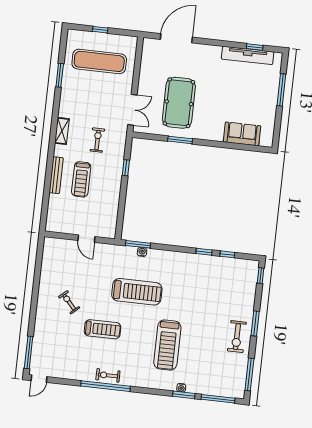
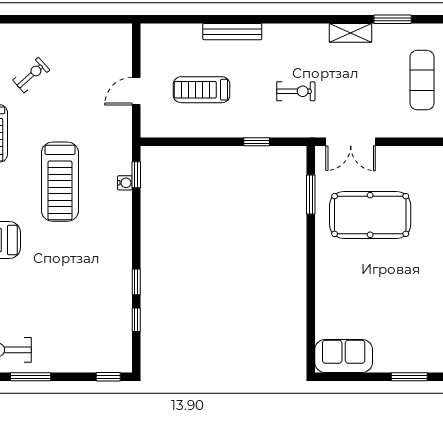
exercise mat: (99, 61) -> (422, 80), width x0.73, depth x0.69
window: (281, 90) -> (409, 377), width x0.69
shelving: (62, 131) -> (350, 33), moved
sofa: (242, 134) -> (344, 356), moved, turned -90
window: (180, 140) -> (311, 194), moved
treadmill: (81, 179) -> (202, 90), moved
window: (138, 244) -> (136, 175), width x0.67

